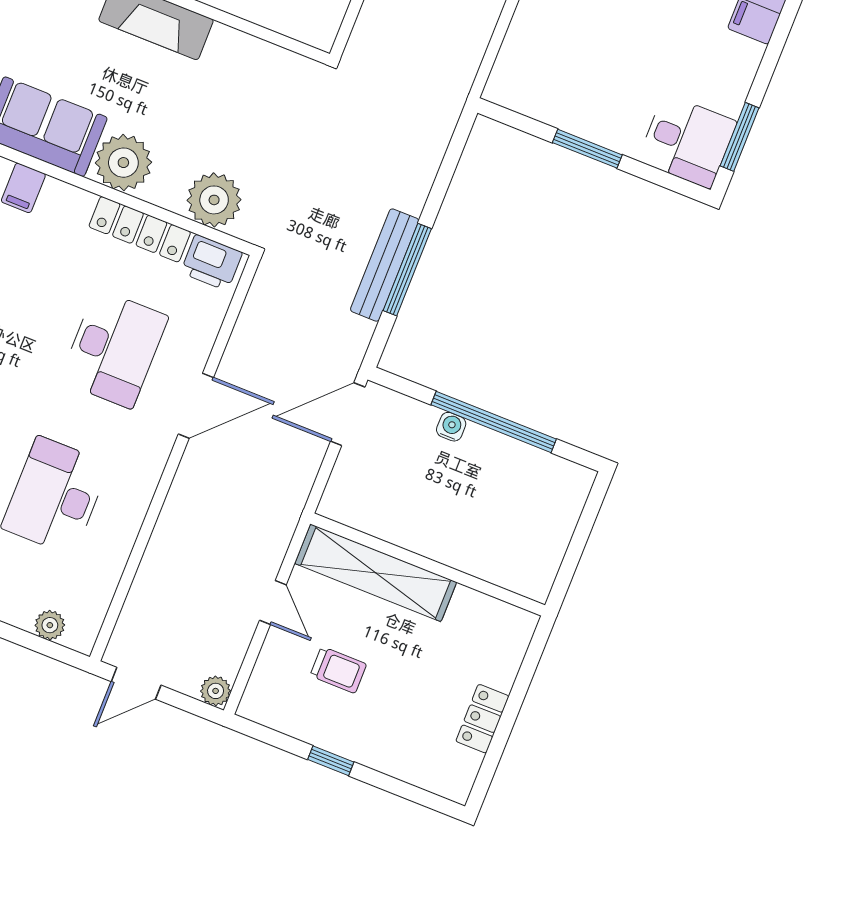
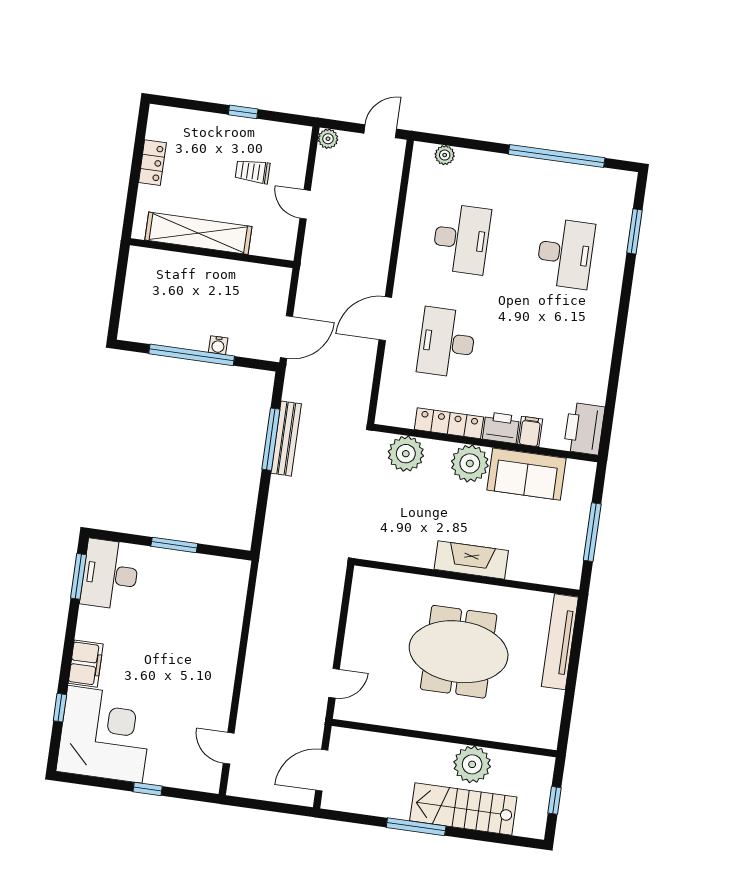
desk: (687, 141) -> (110, 574), width x1.37
printer: (211, 262) -> (501, 428), moved
shelving: (376, 573) -> (198, 233), moved

